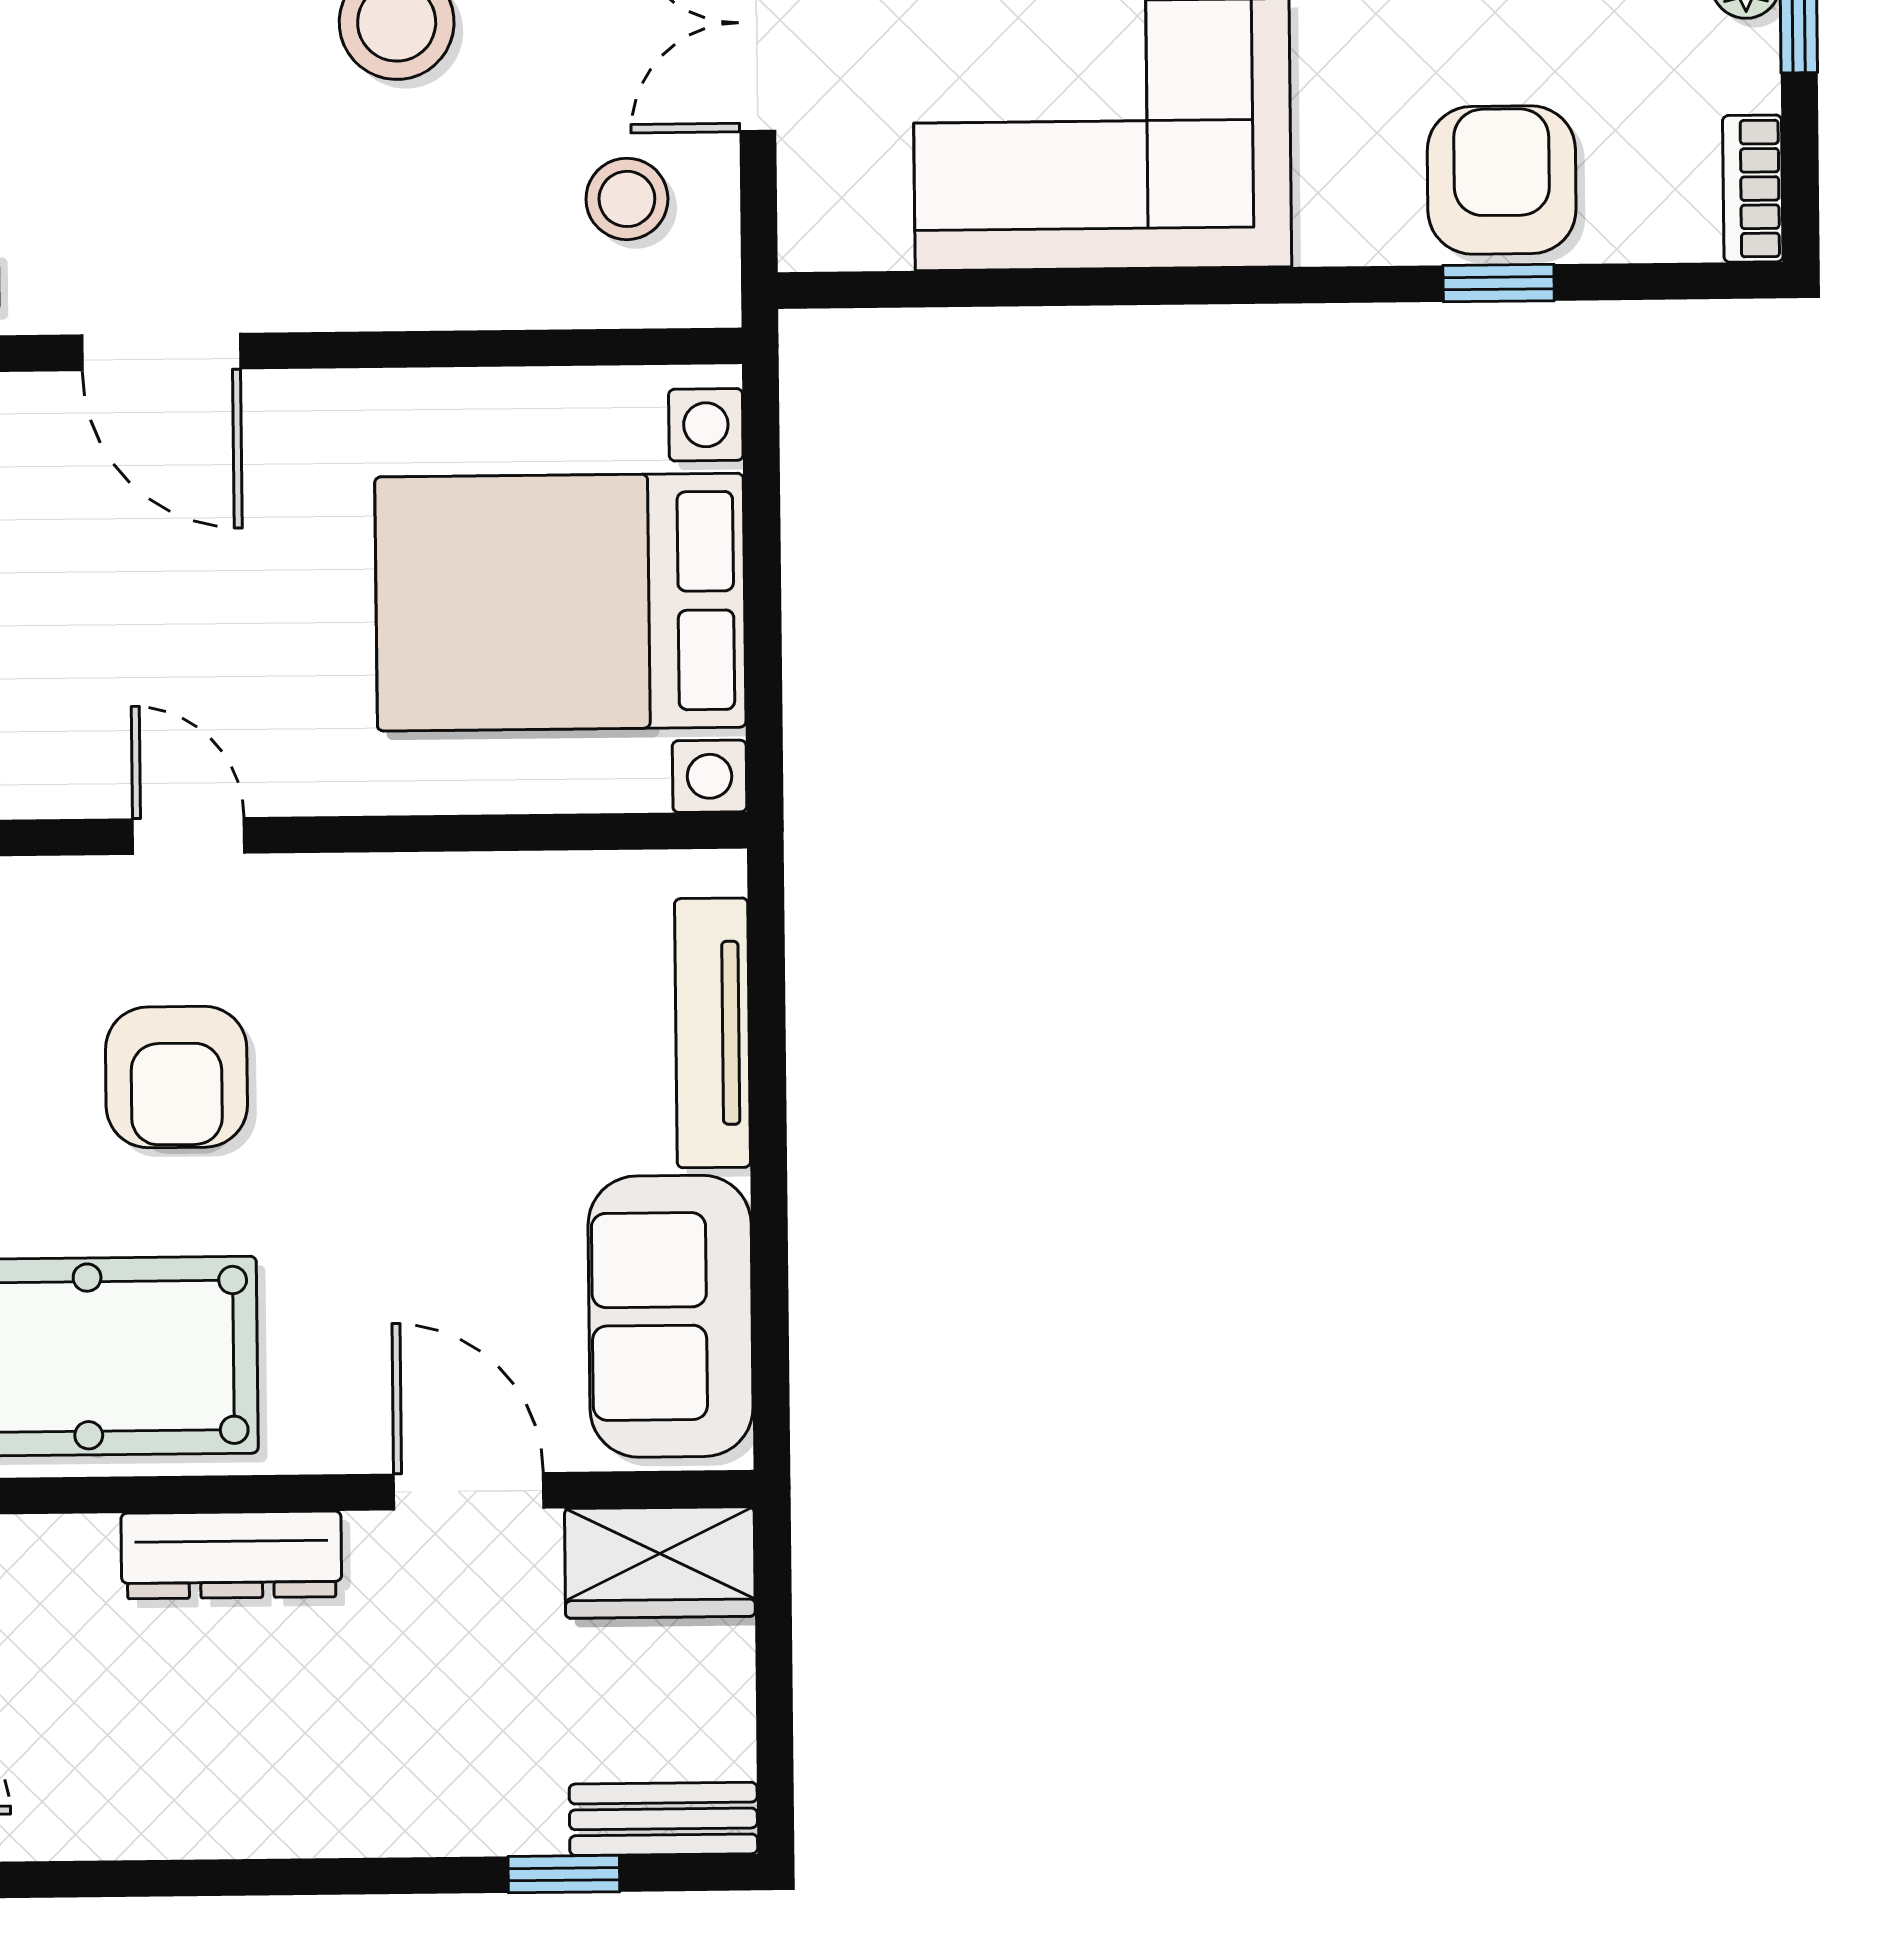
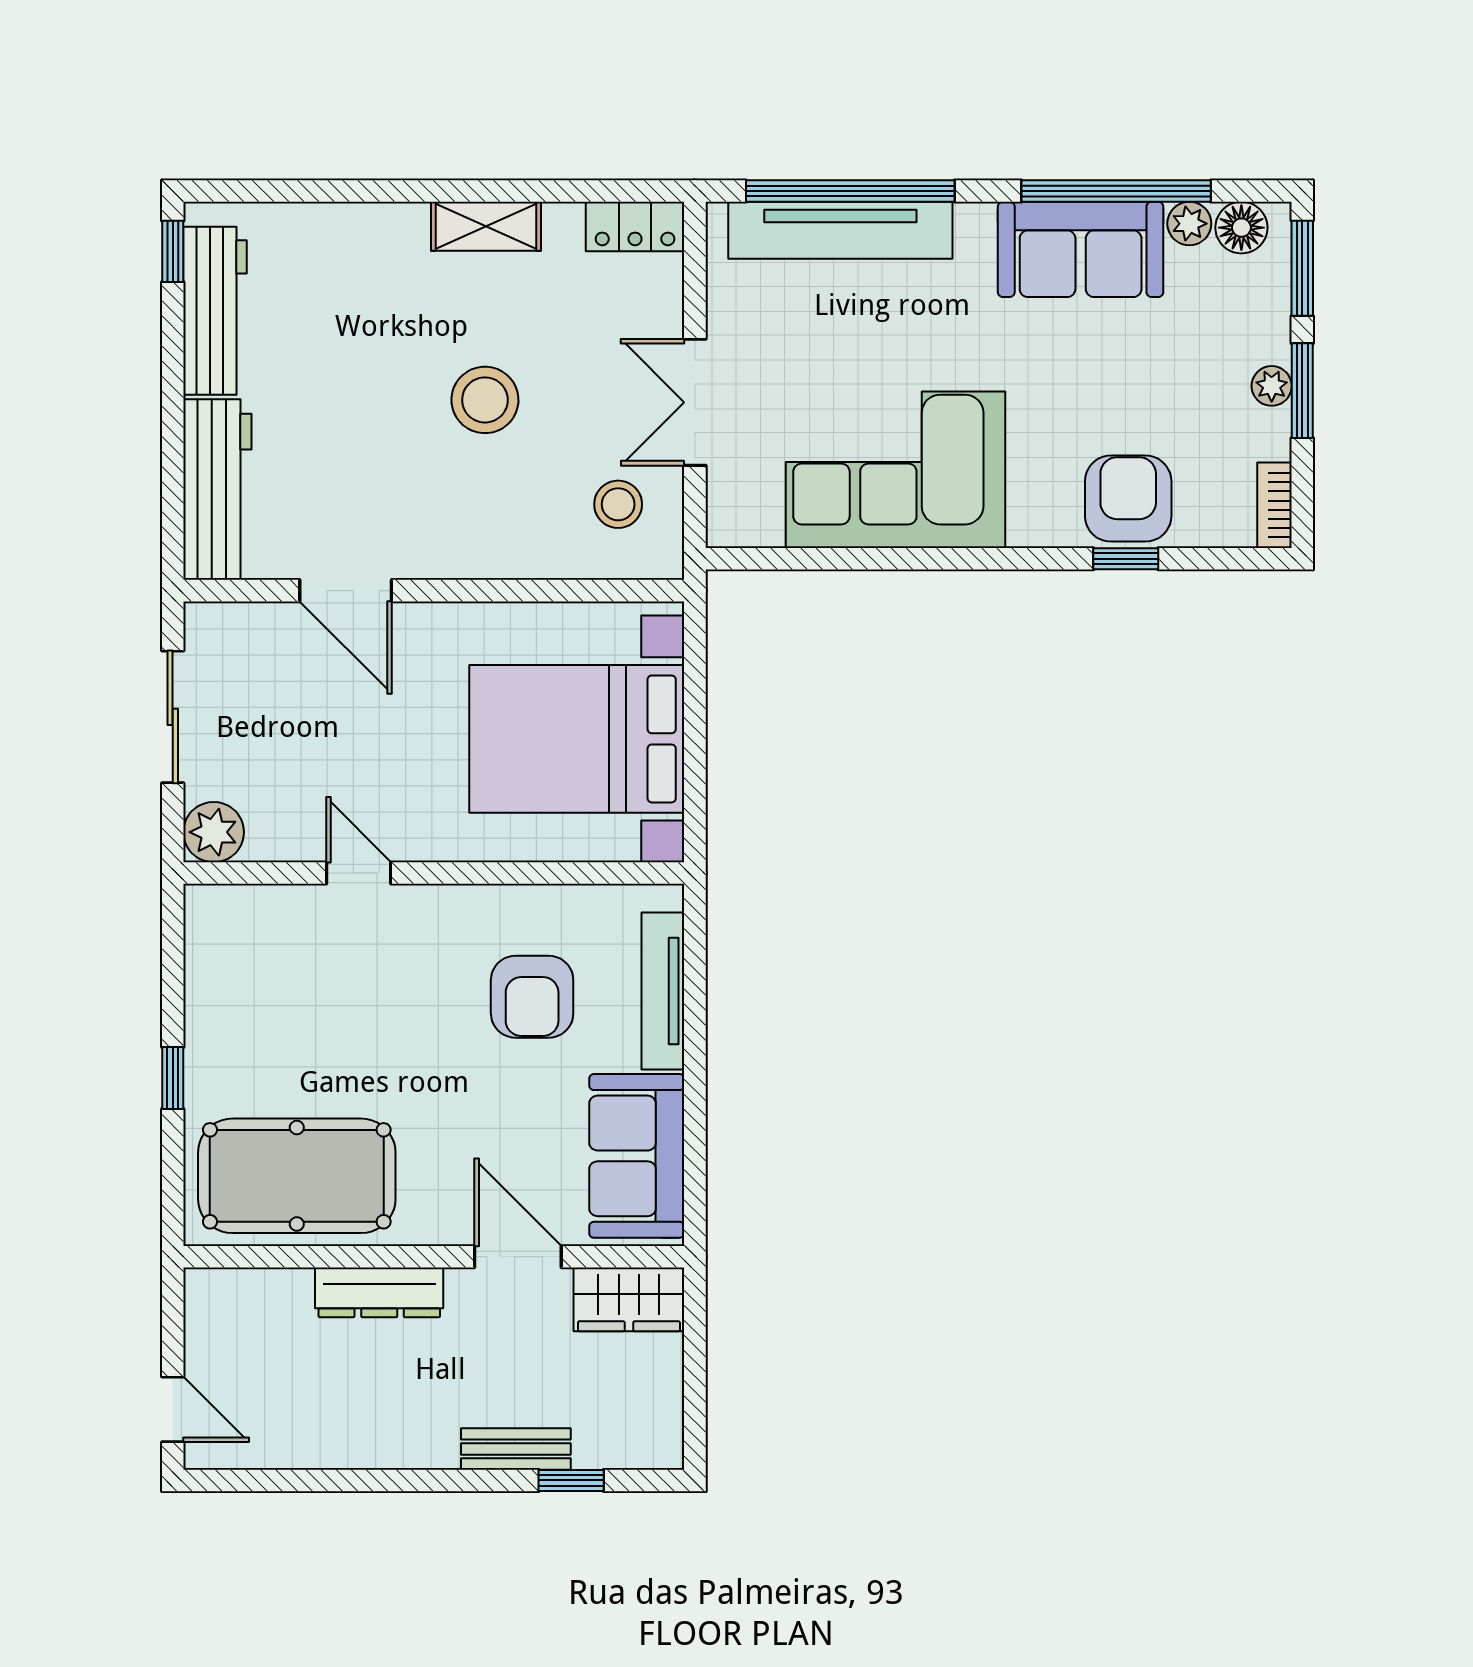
armchair: (176, 1077) -> (532, 997), moved
bench: (663, 1819) -> (516, 1449), moved

